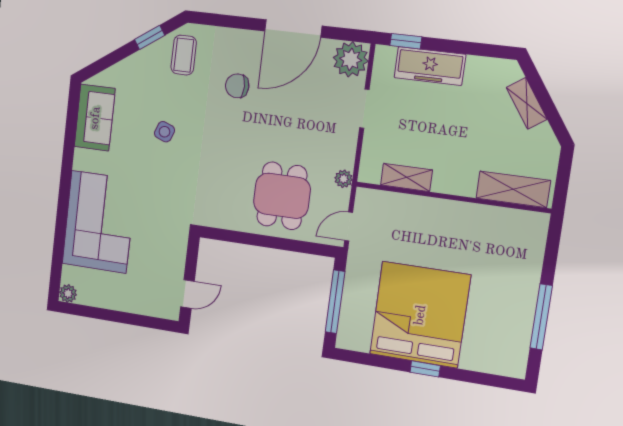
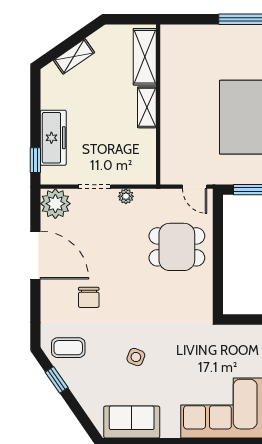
shelving: (406, 177) -> (147, 107), moved
plant: (344, 179) -> (126, 196), moved

